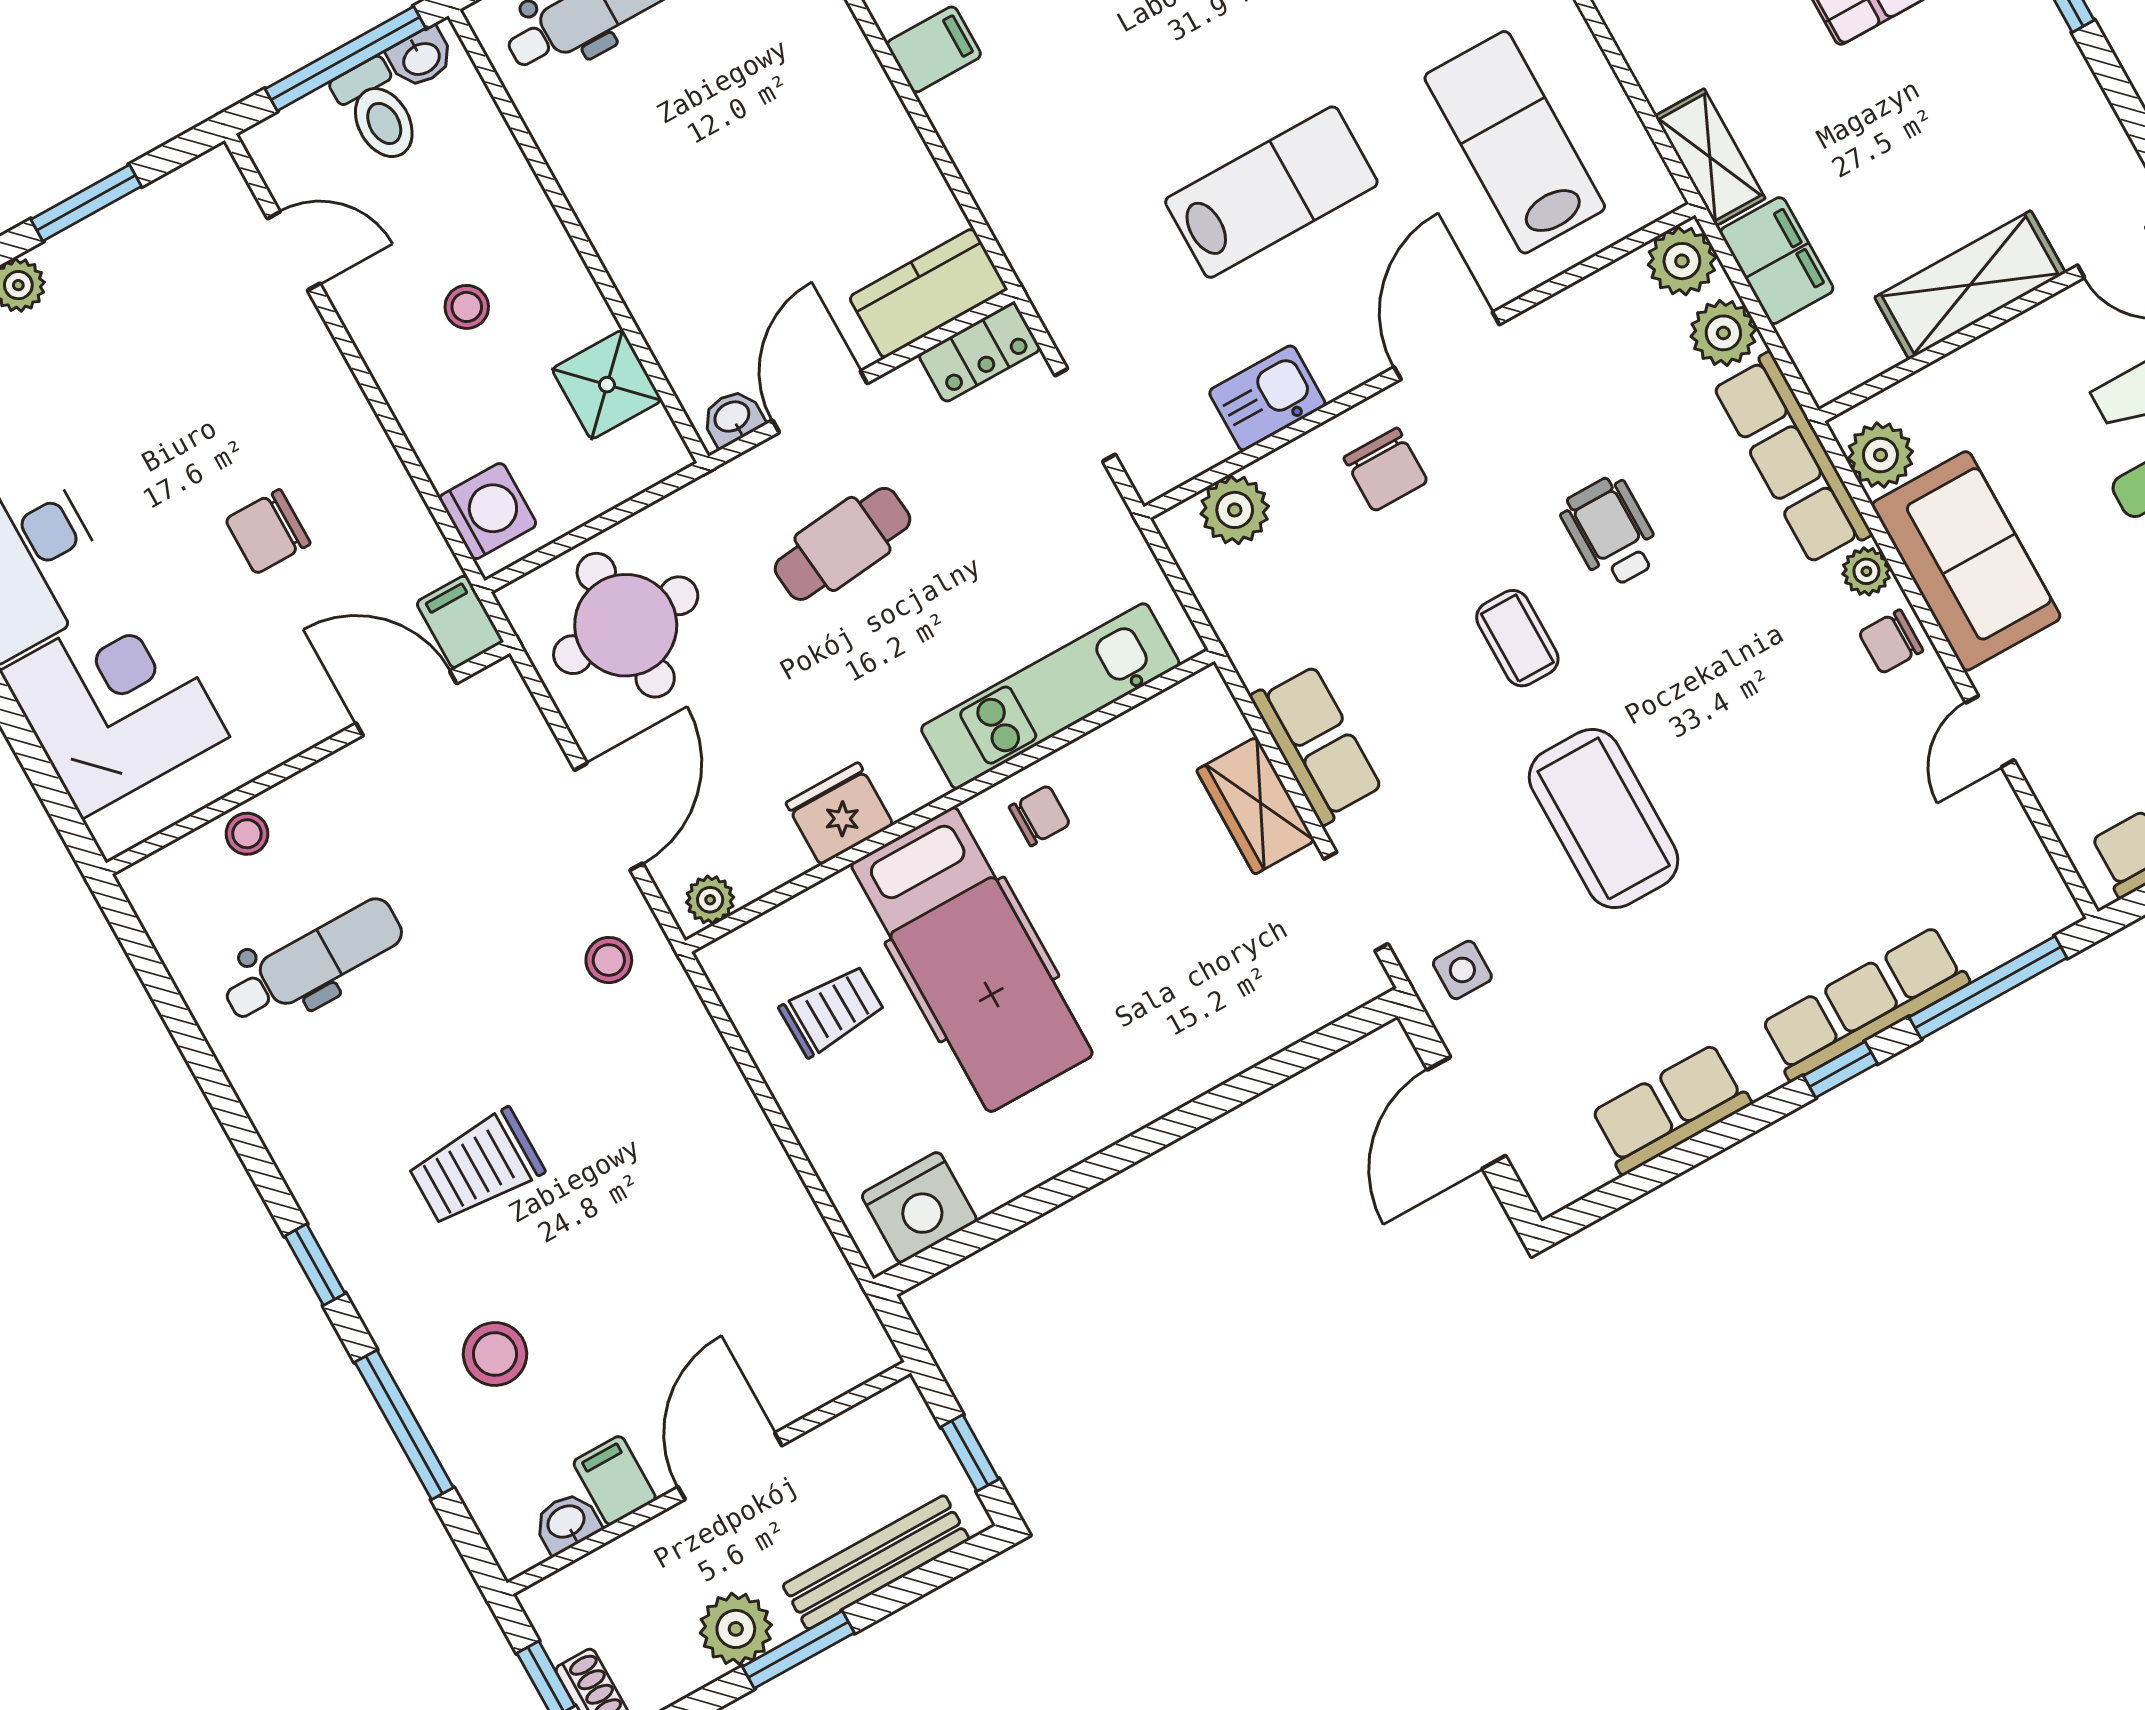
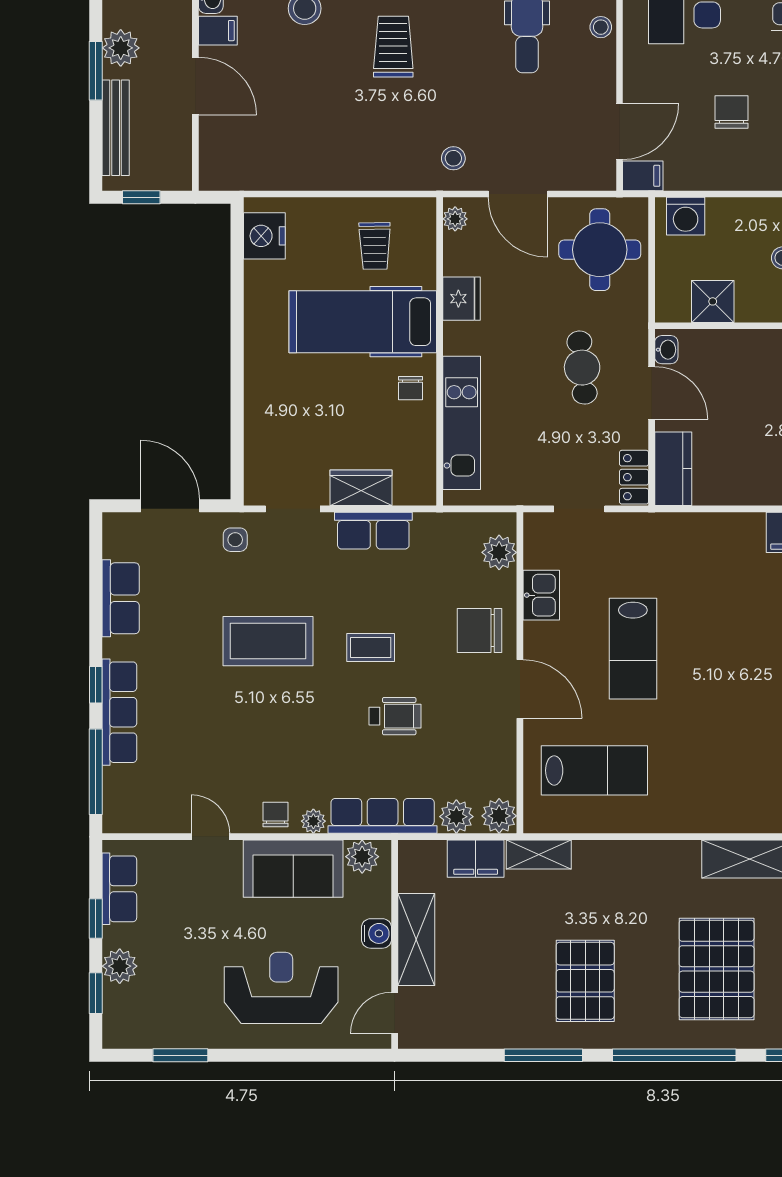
water cooler: (1997, 358) -> (377, 933), added
chair: (1386, 470) -> (479, 630), width x1.37, depth x1.37

